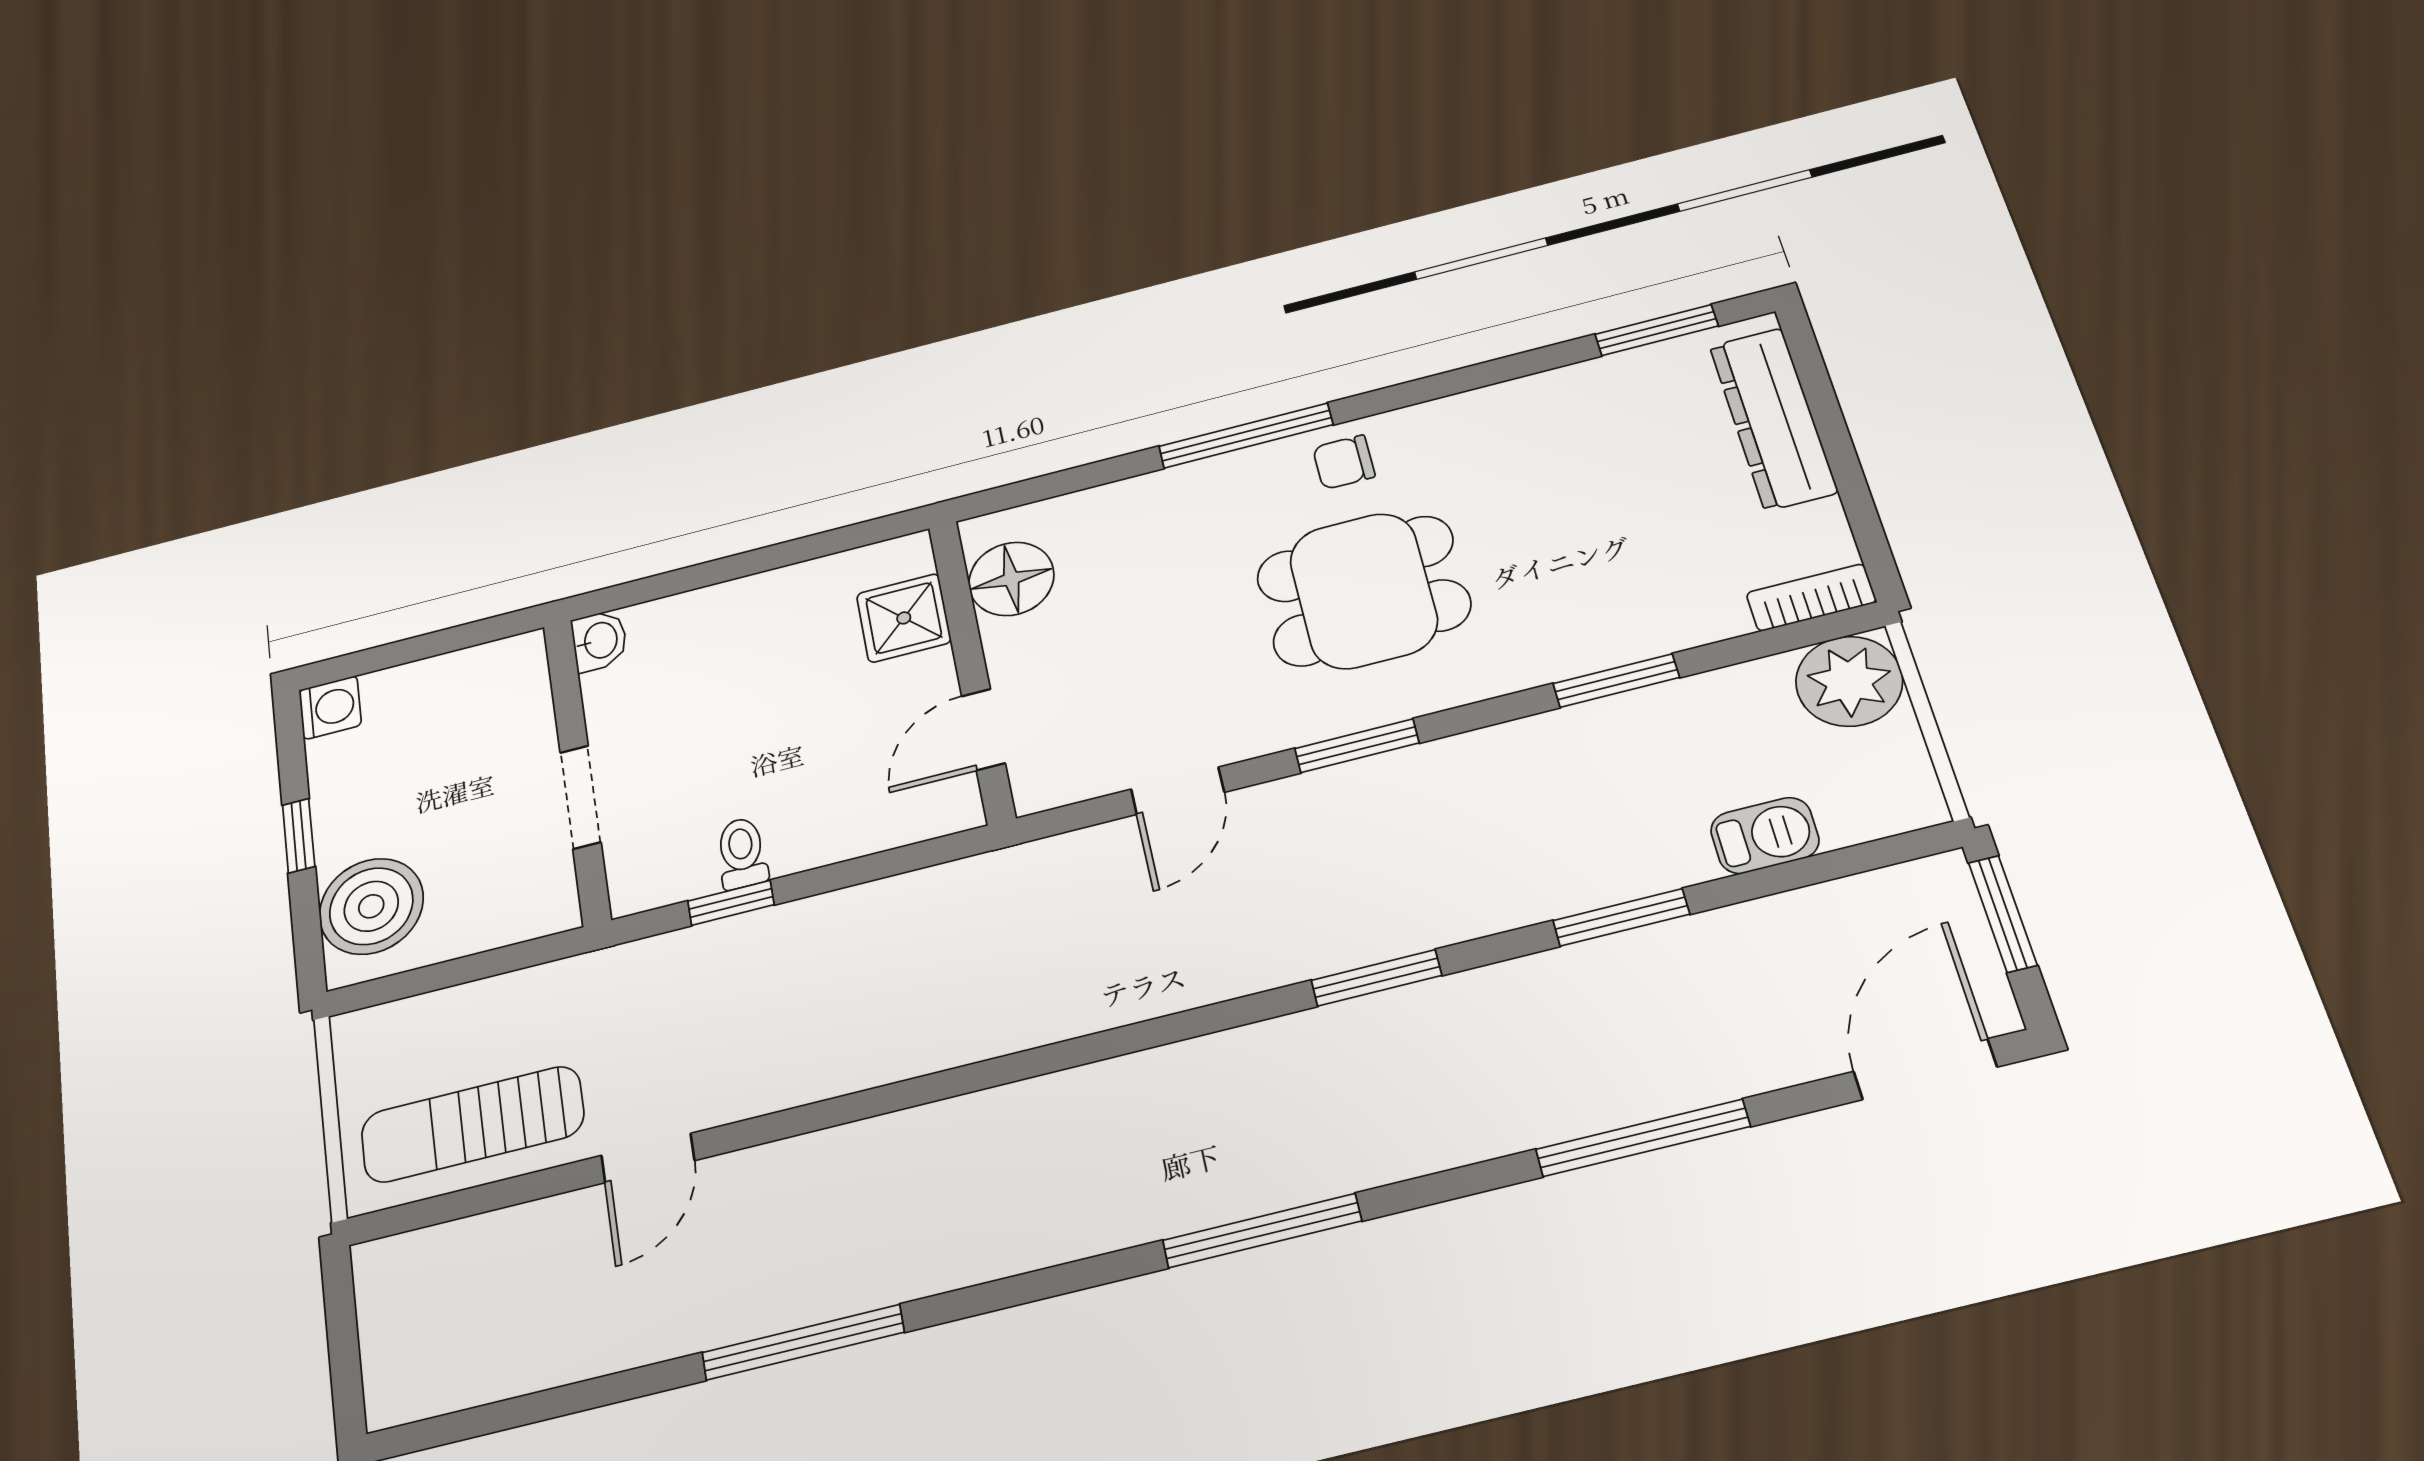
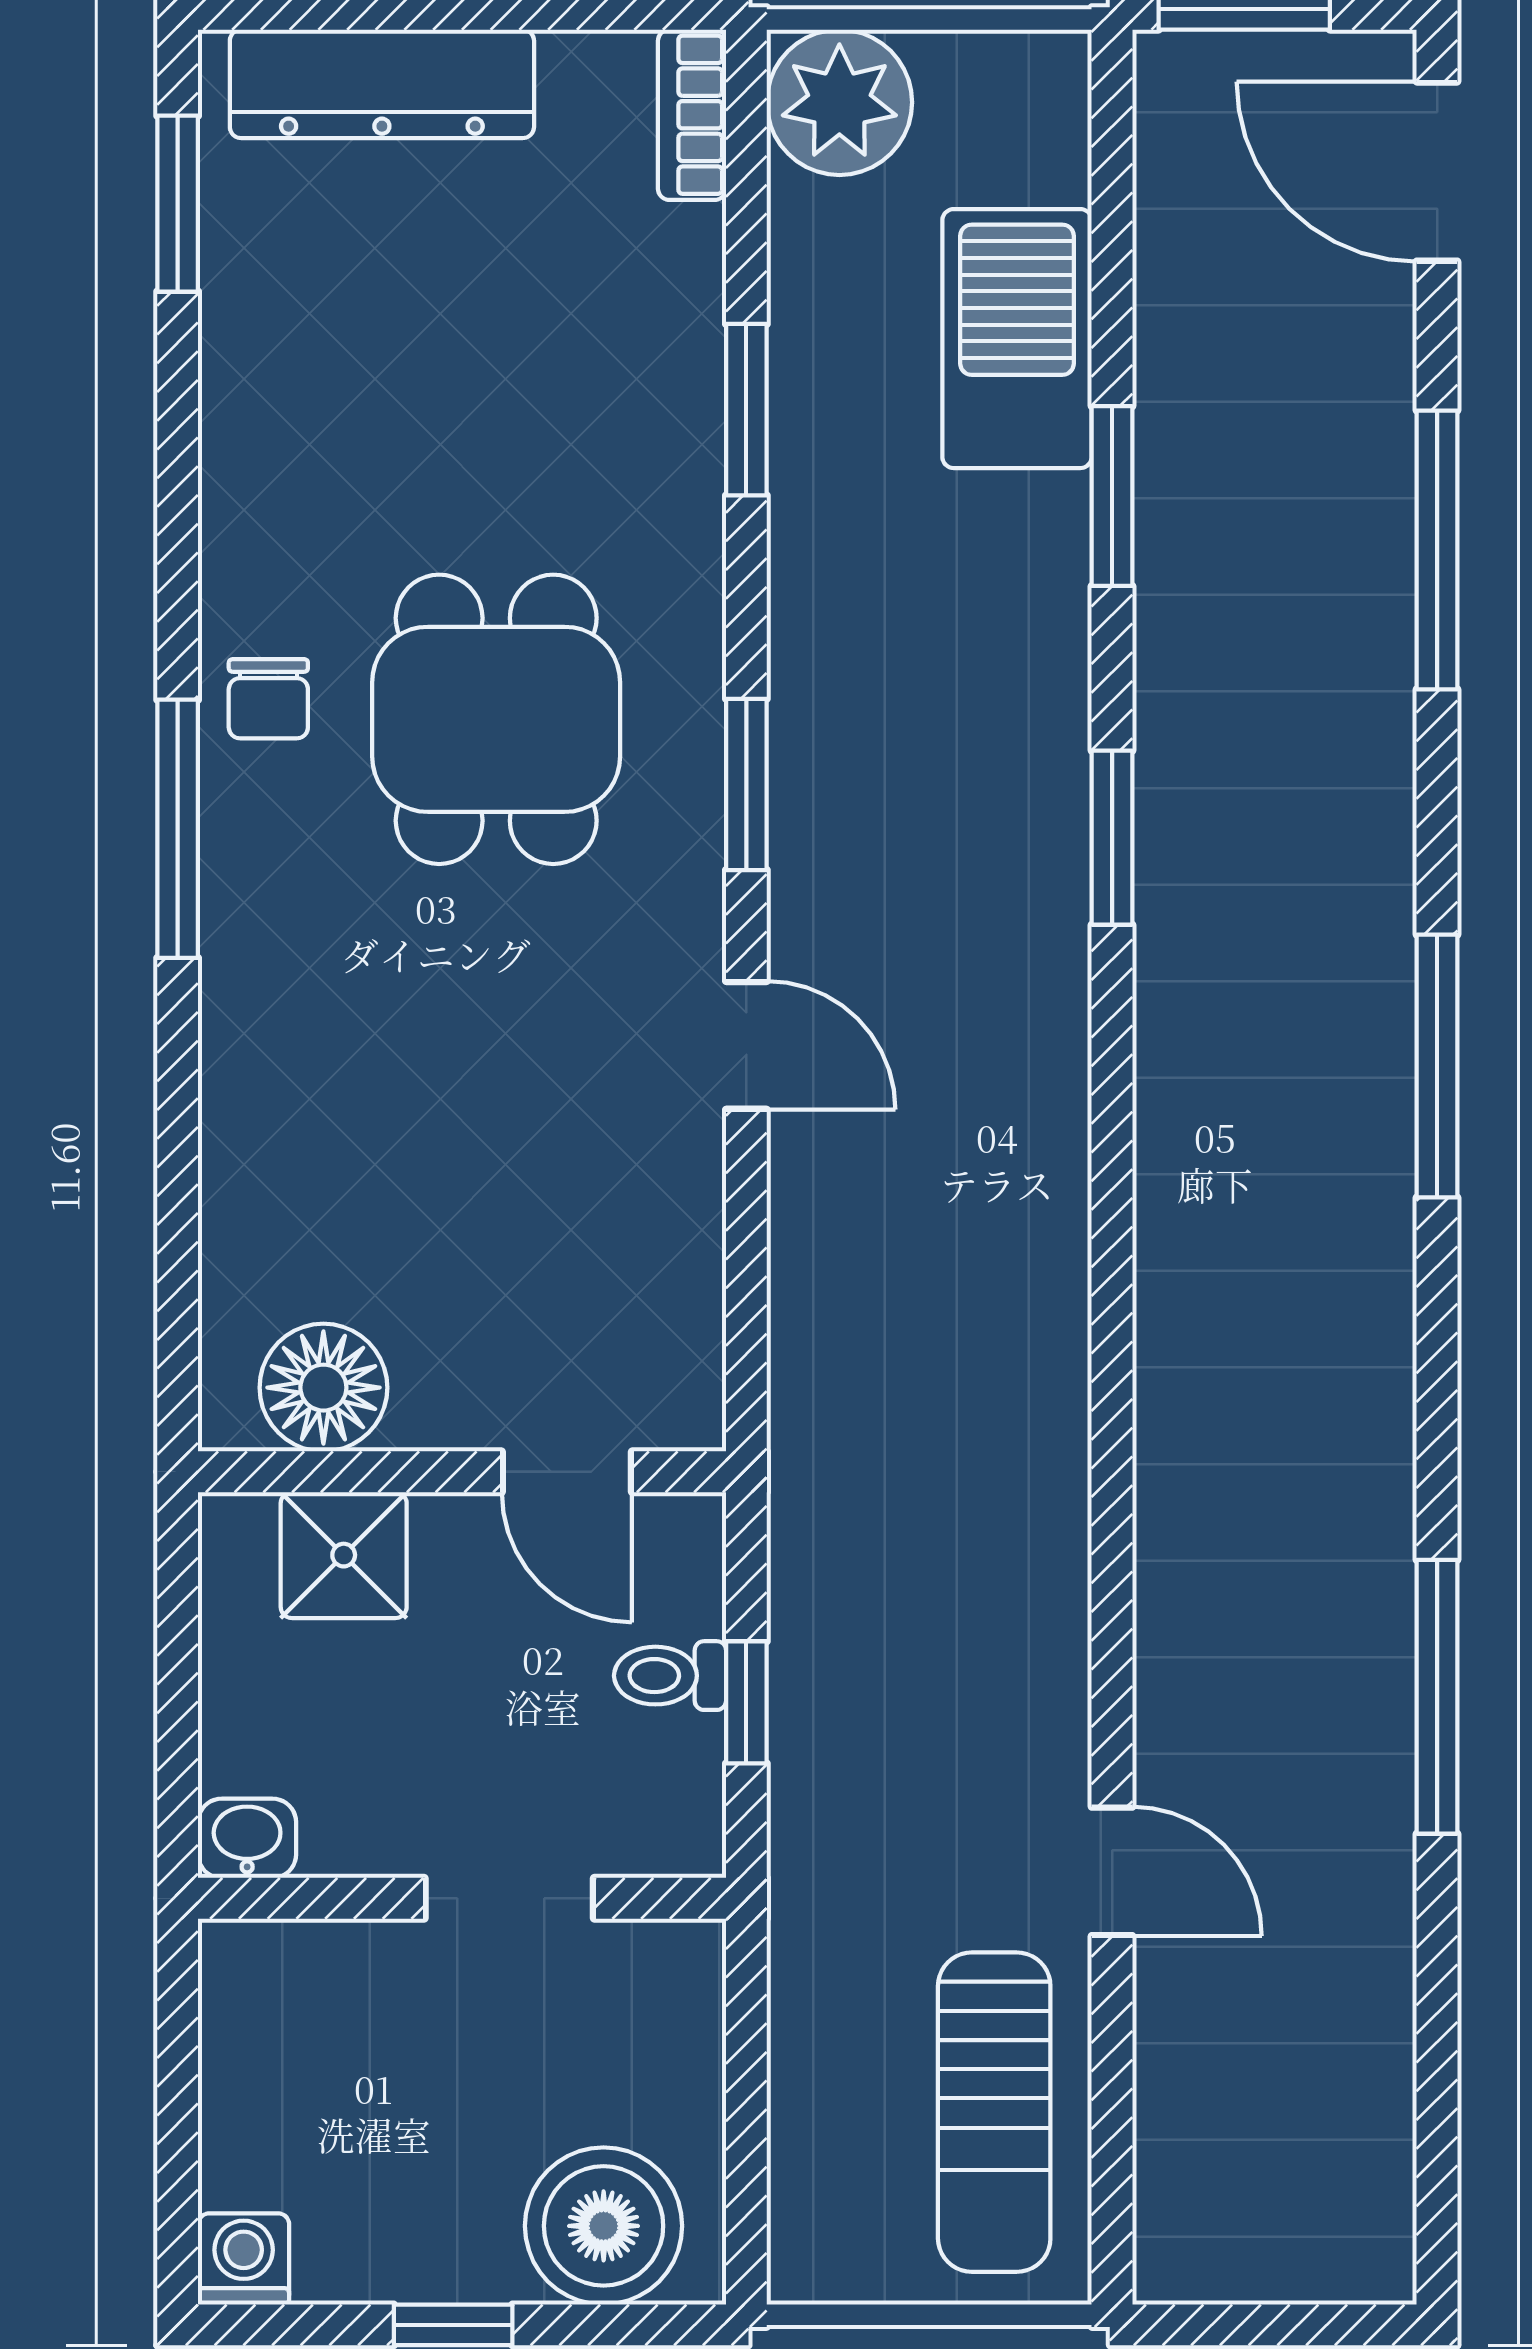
floor lamp: (1011, 579) -> (323, 1388), moved
shower: (904, 618) -> (344, 1555), moved
wall: (972, 670) -> (462, 1472), moved
door: (983, 730) -> (567, 1472), moved
barbecue: (1765, 835) -> (1017, 339), width x1.88, depth x1.53

